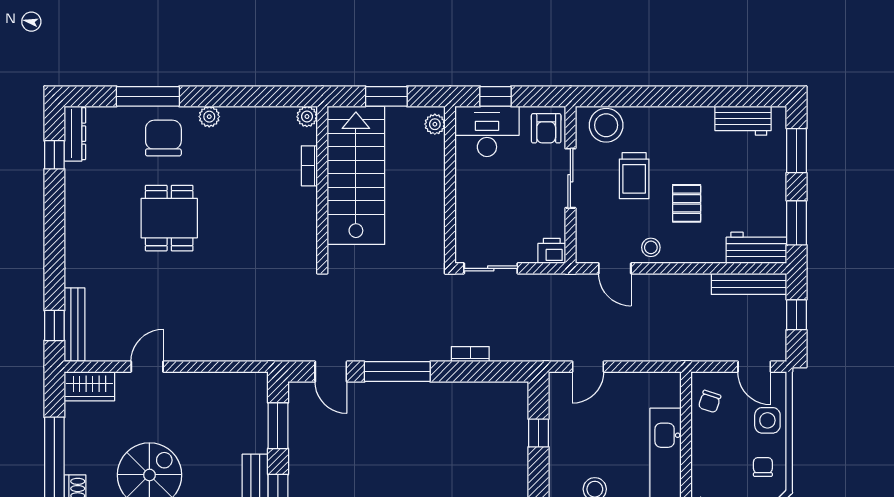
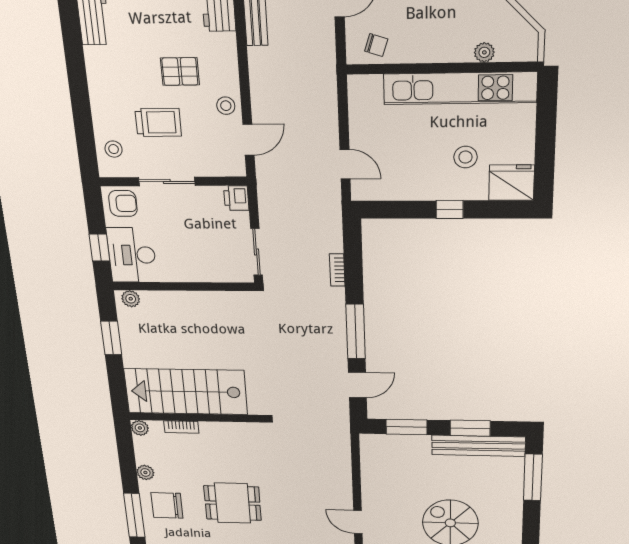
plant: (307, 117) -> (140, 428), moved
stool: (606, 125) -> (114, 149), width x0.53, depth x0.53
bookcase: (309, 166) -> (181, 427), moved
stairs: (356, 175) -> (186, 392), moved
wall: (322, 185) -> (196, 418), moved
window: (538, 433) -> (450, 209), moved

